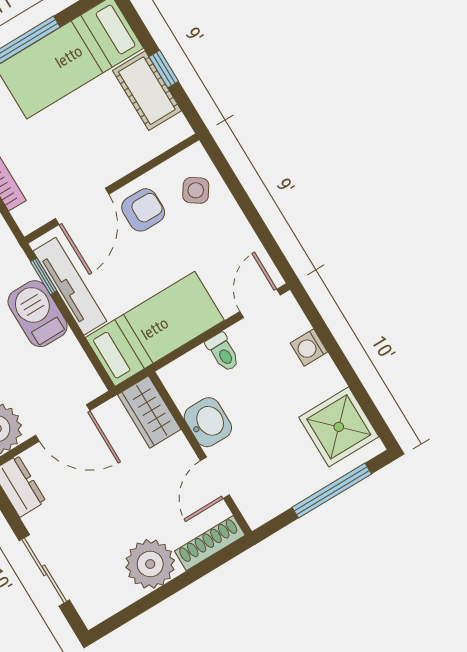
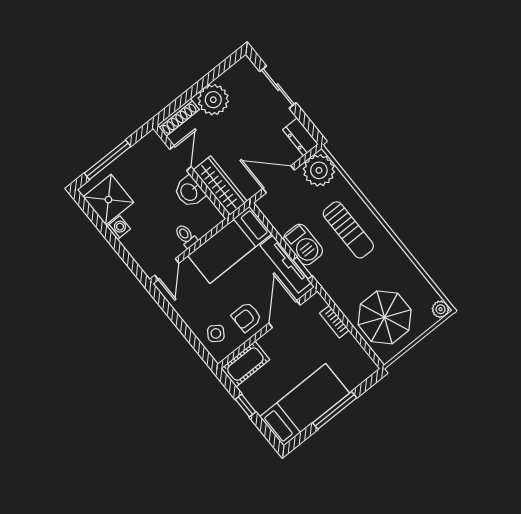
cot: (147, 91) -> (245, 364), moved, turned 90
washing machine: (309, 348) -> (119, 228), moved
wardrobe: (149, 412) -> (220, 186), width x1.50

